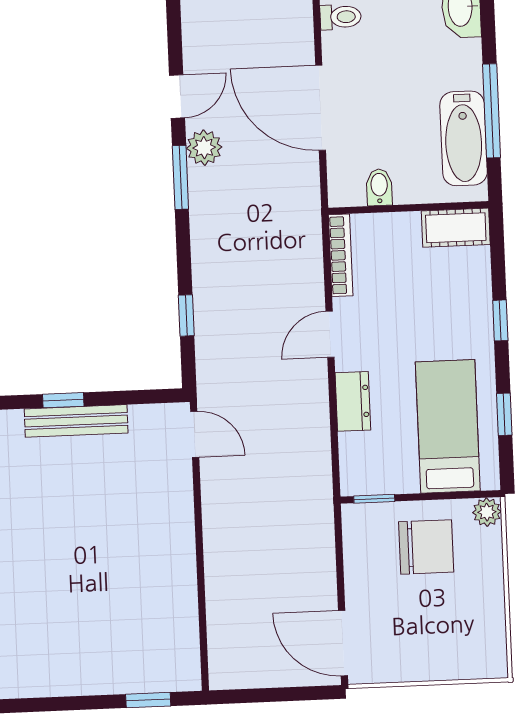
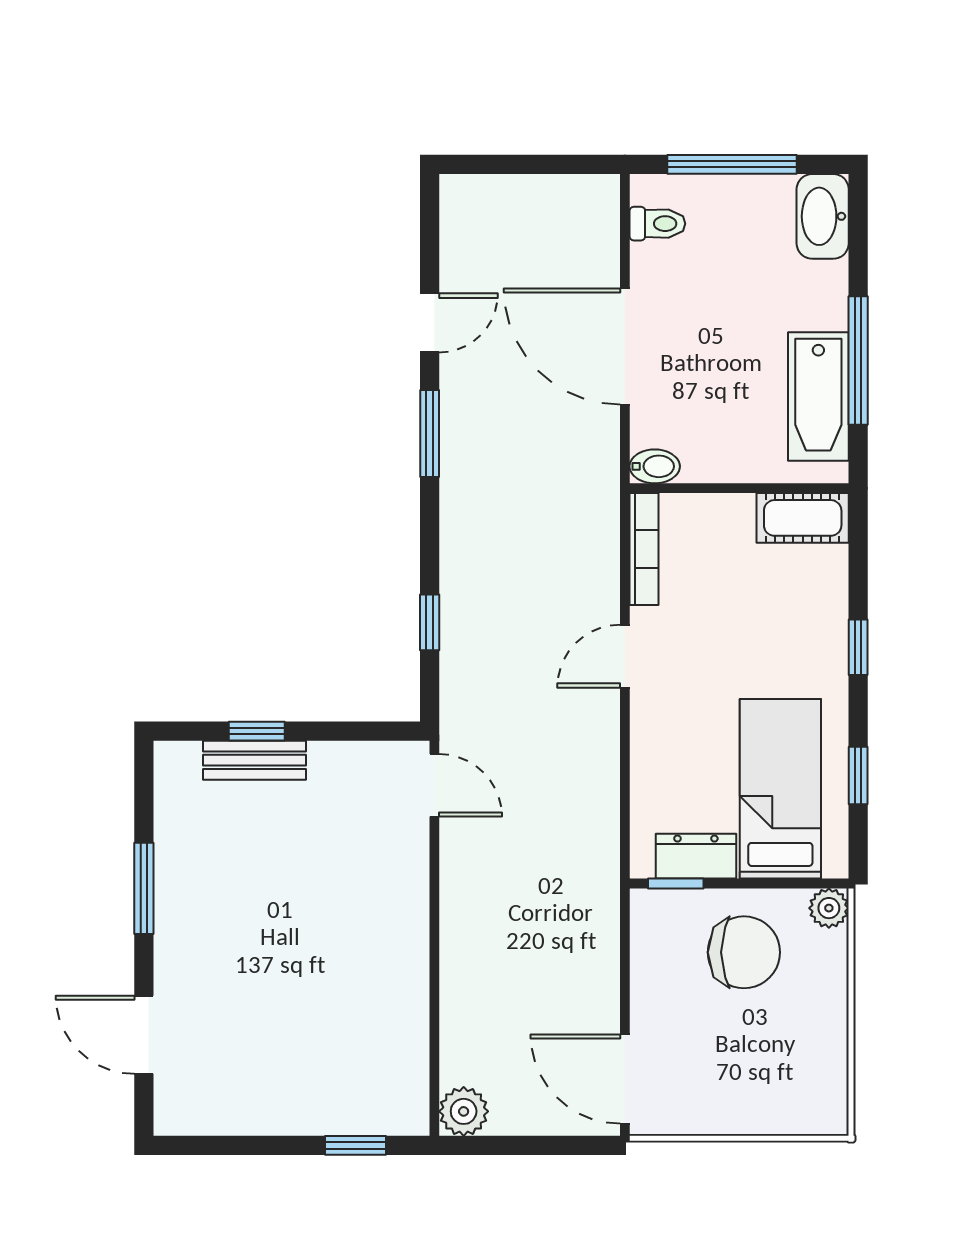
plant: (204, 148) -> (464, 1111), moved
bidet: (379, 187) -> (655, 466), moved, turned 90
dresser: (353, 401) -> (696, 856), moved, turned -90
bench: (76, 421) -> (254, 760), width x0.73

